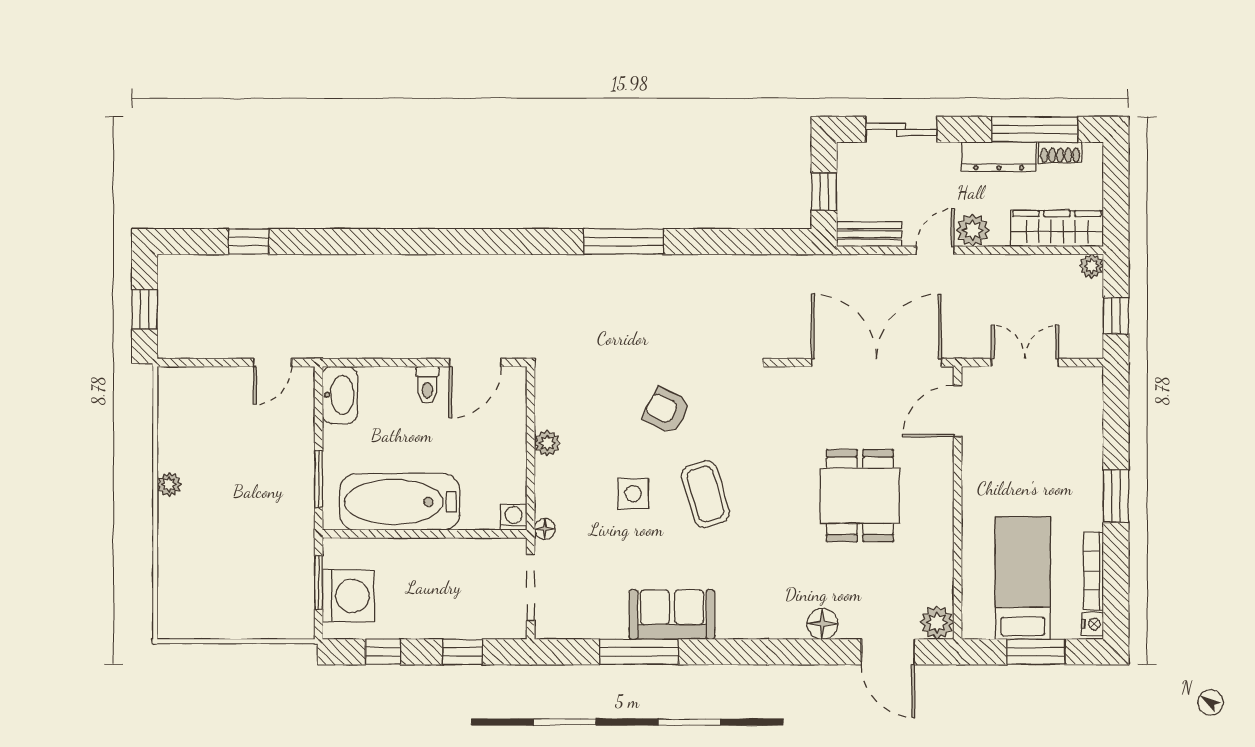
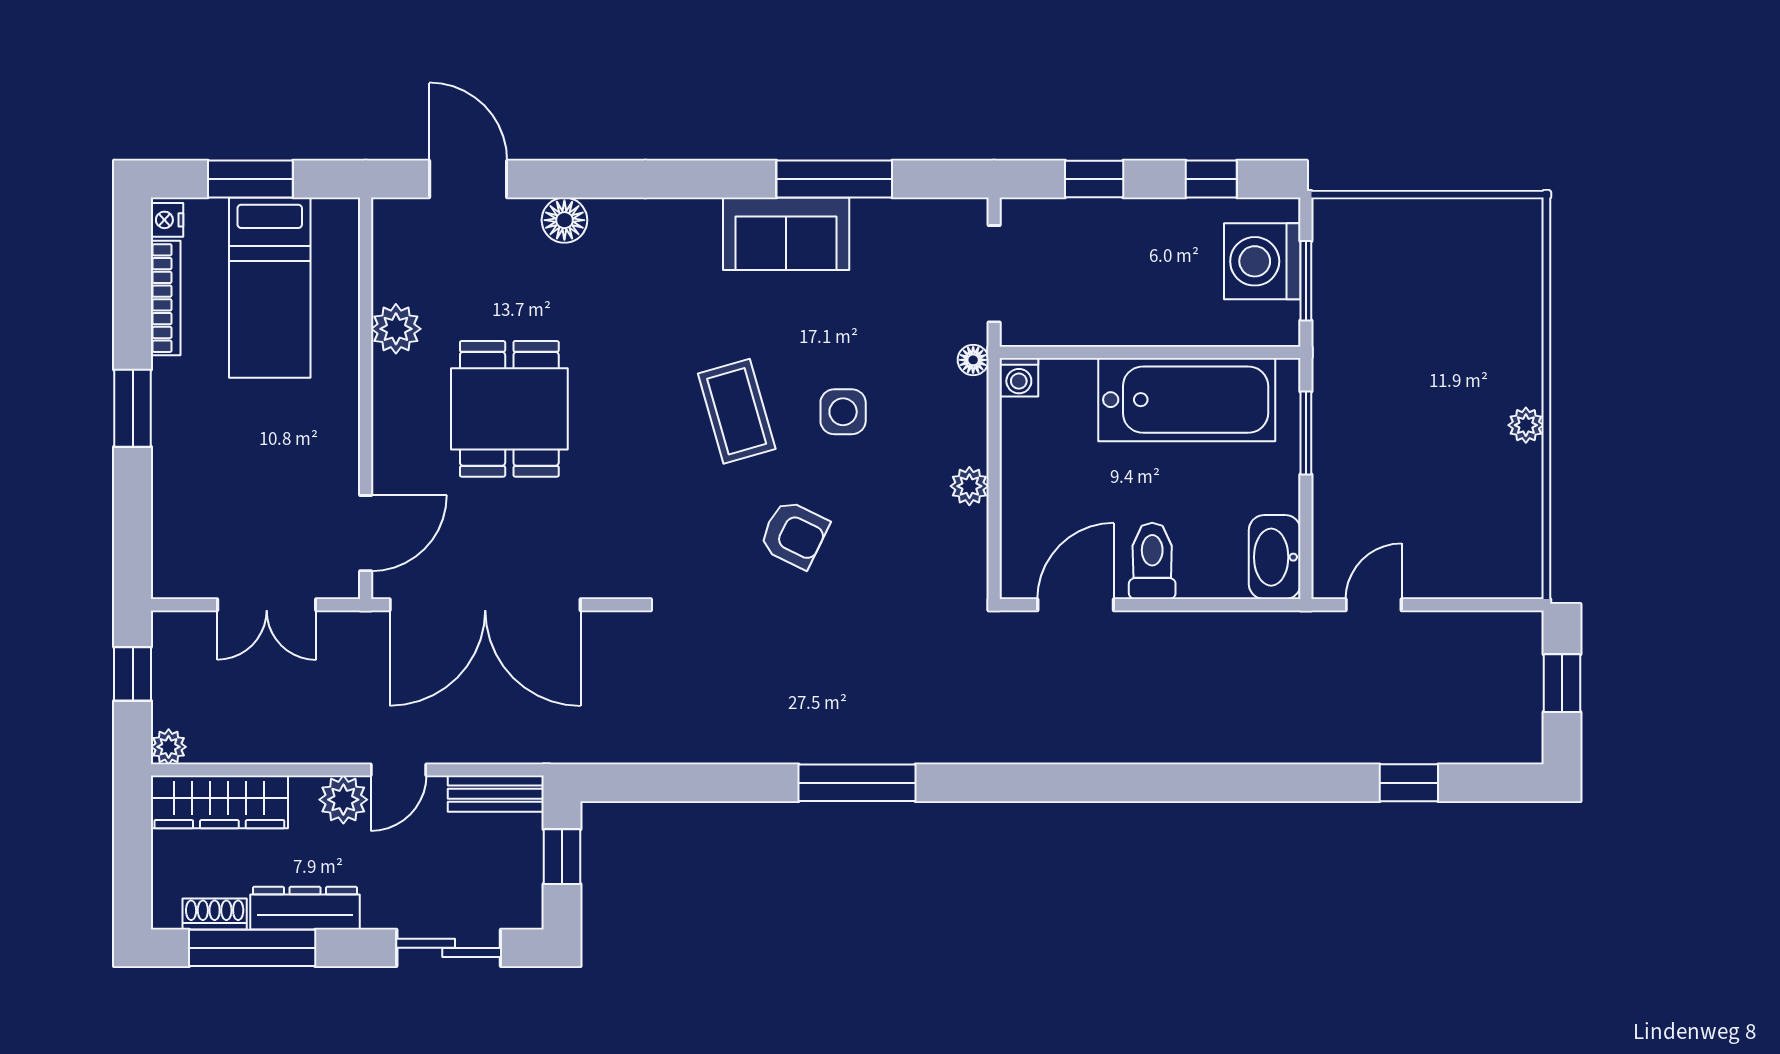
toilet: (427, 385) -> (1152, 561), width x1.37, depth x1.39
plant: (937, 622) -> (396, 329), moved

